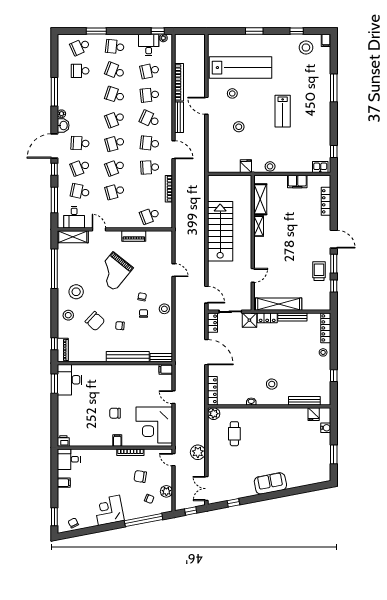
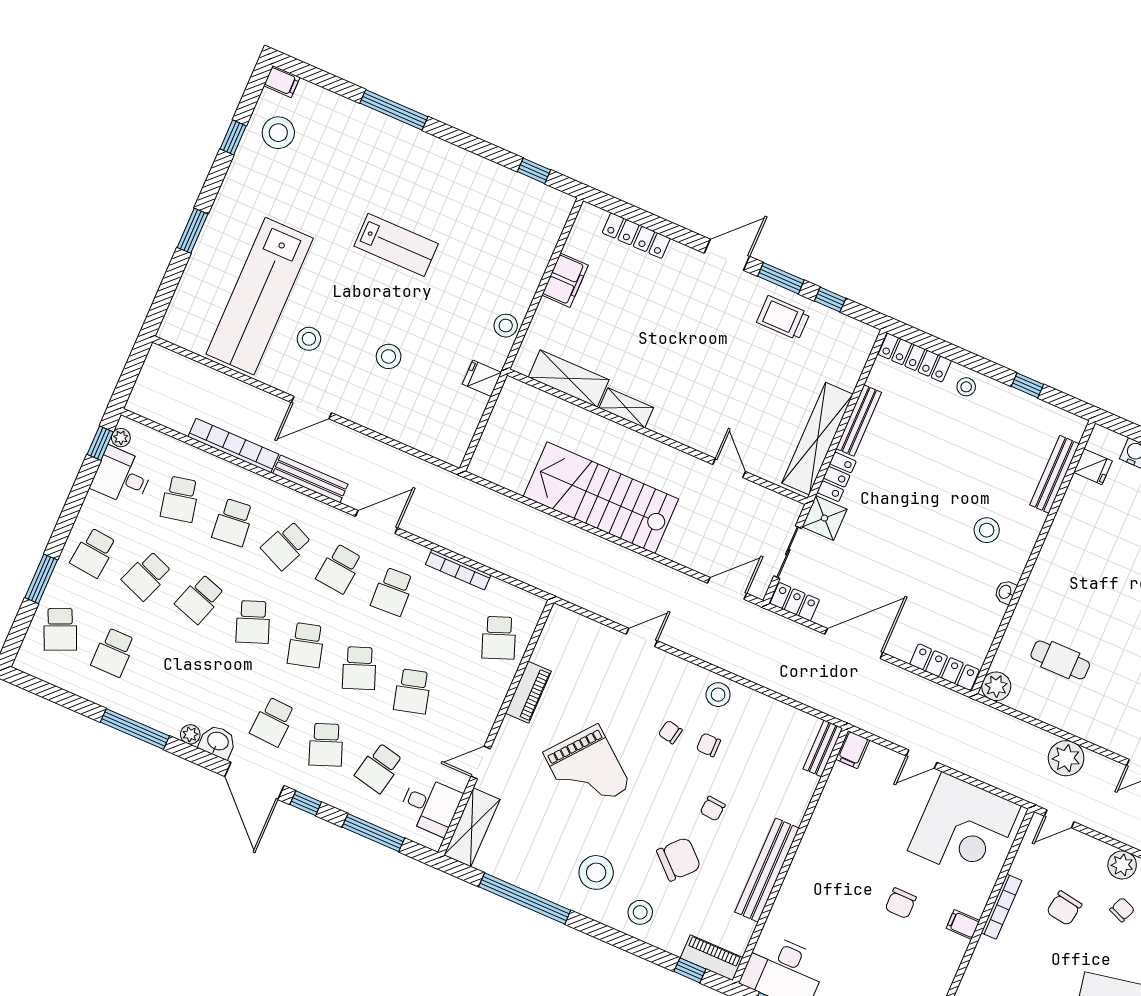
lab bench: (240, 68) -> (260, 296), turned 180
kitchen sink: (320, 167) -> (555, 216), removed
bench: (128, 357) -> (767, 870), moved

